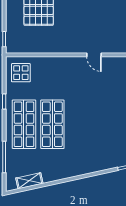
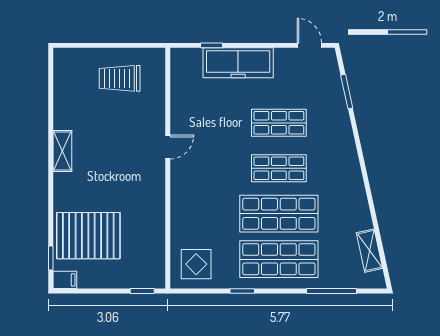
shop shelf: (81, 124) -> (279, 168), added
shop shelf: (109, 124) -> (279, 123), added

